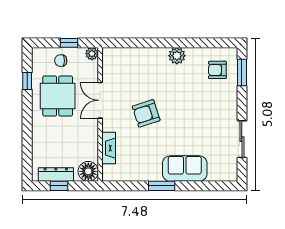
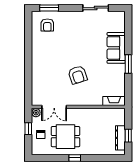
plant: (177, 56) -> (37, 53), removed
window: (27, 81) -> (75, 158), moved
double door: (100, 100) -> (54, 107), moved
fireplace: (109, 148) -> (114, 101), moved
floor lamp: (88, 171) -> (118, 115), removed

